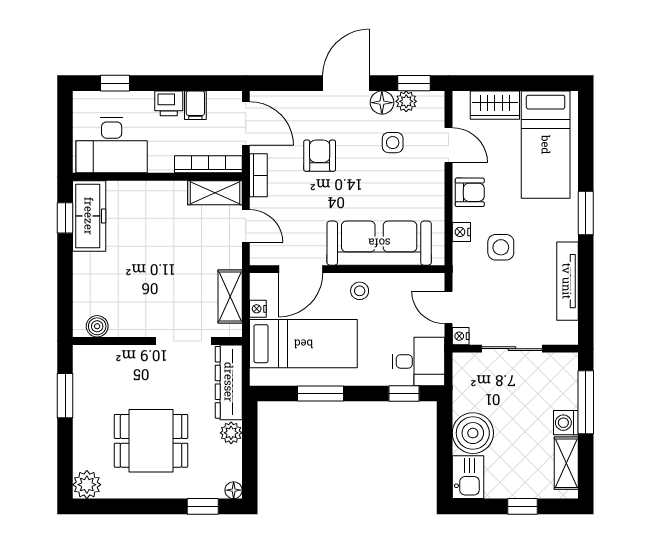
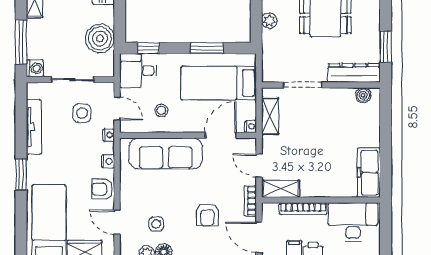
bookcase: (208, 164) -> (303, 209), moved
window: (65, 218) -> (386, 171), removed
side table: (501, 247) -> (82, 113), moved
stool: (360, 291) -> (161, 110), moved
nightstand: (258, 309) -> (251, 127), moved
nightstand: (461, 336) -> (109, 135), moved
dresser: (229, 382) -> (354, 73), moved, turned -90
washing machine: (566, 423) -> (35, 68), moved
boiler: (473, 433) -> (100, 39), moved

